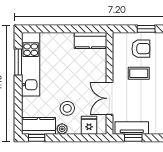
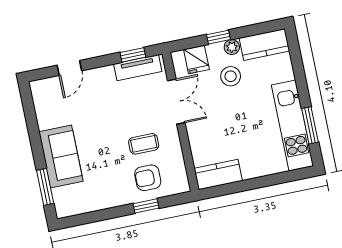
window: (37, 138) -> (218, 37), moved

